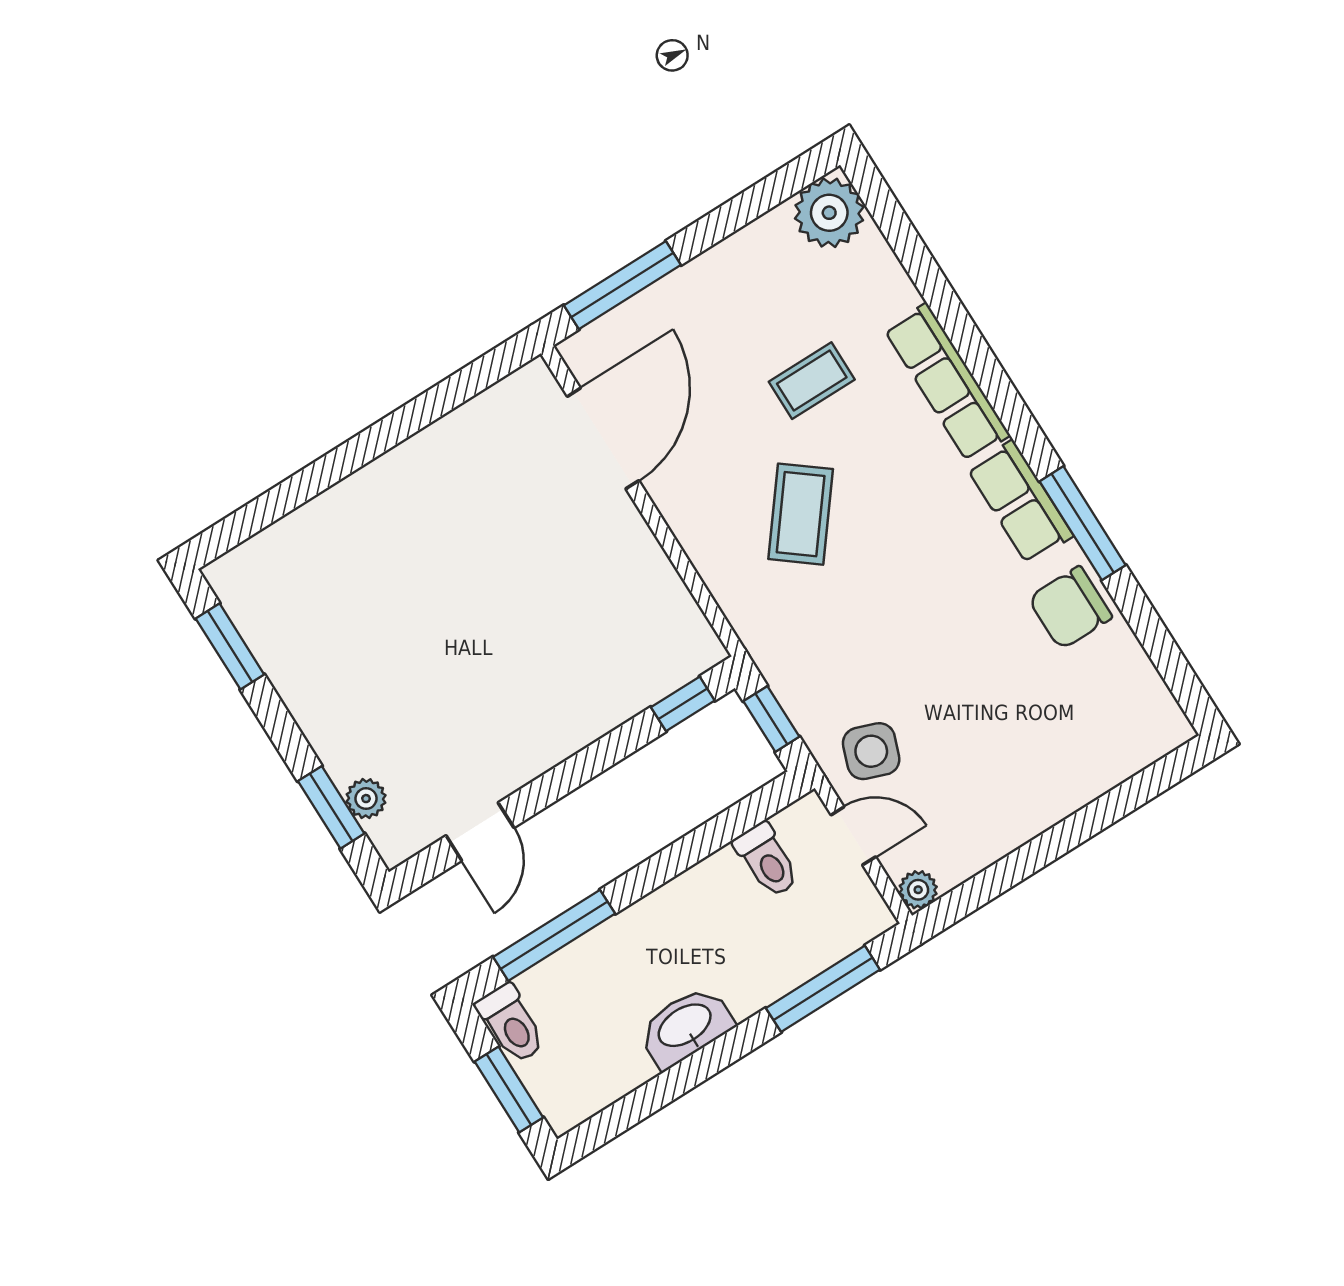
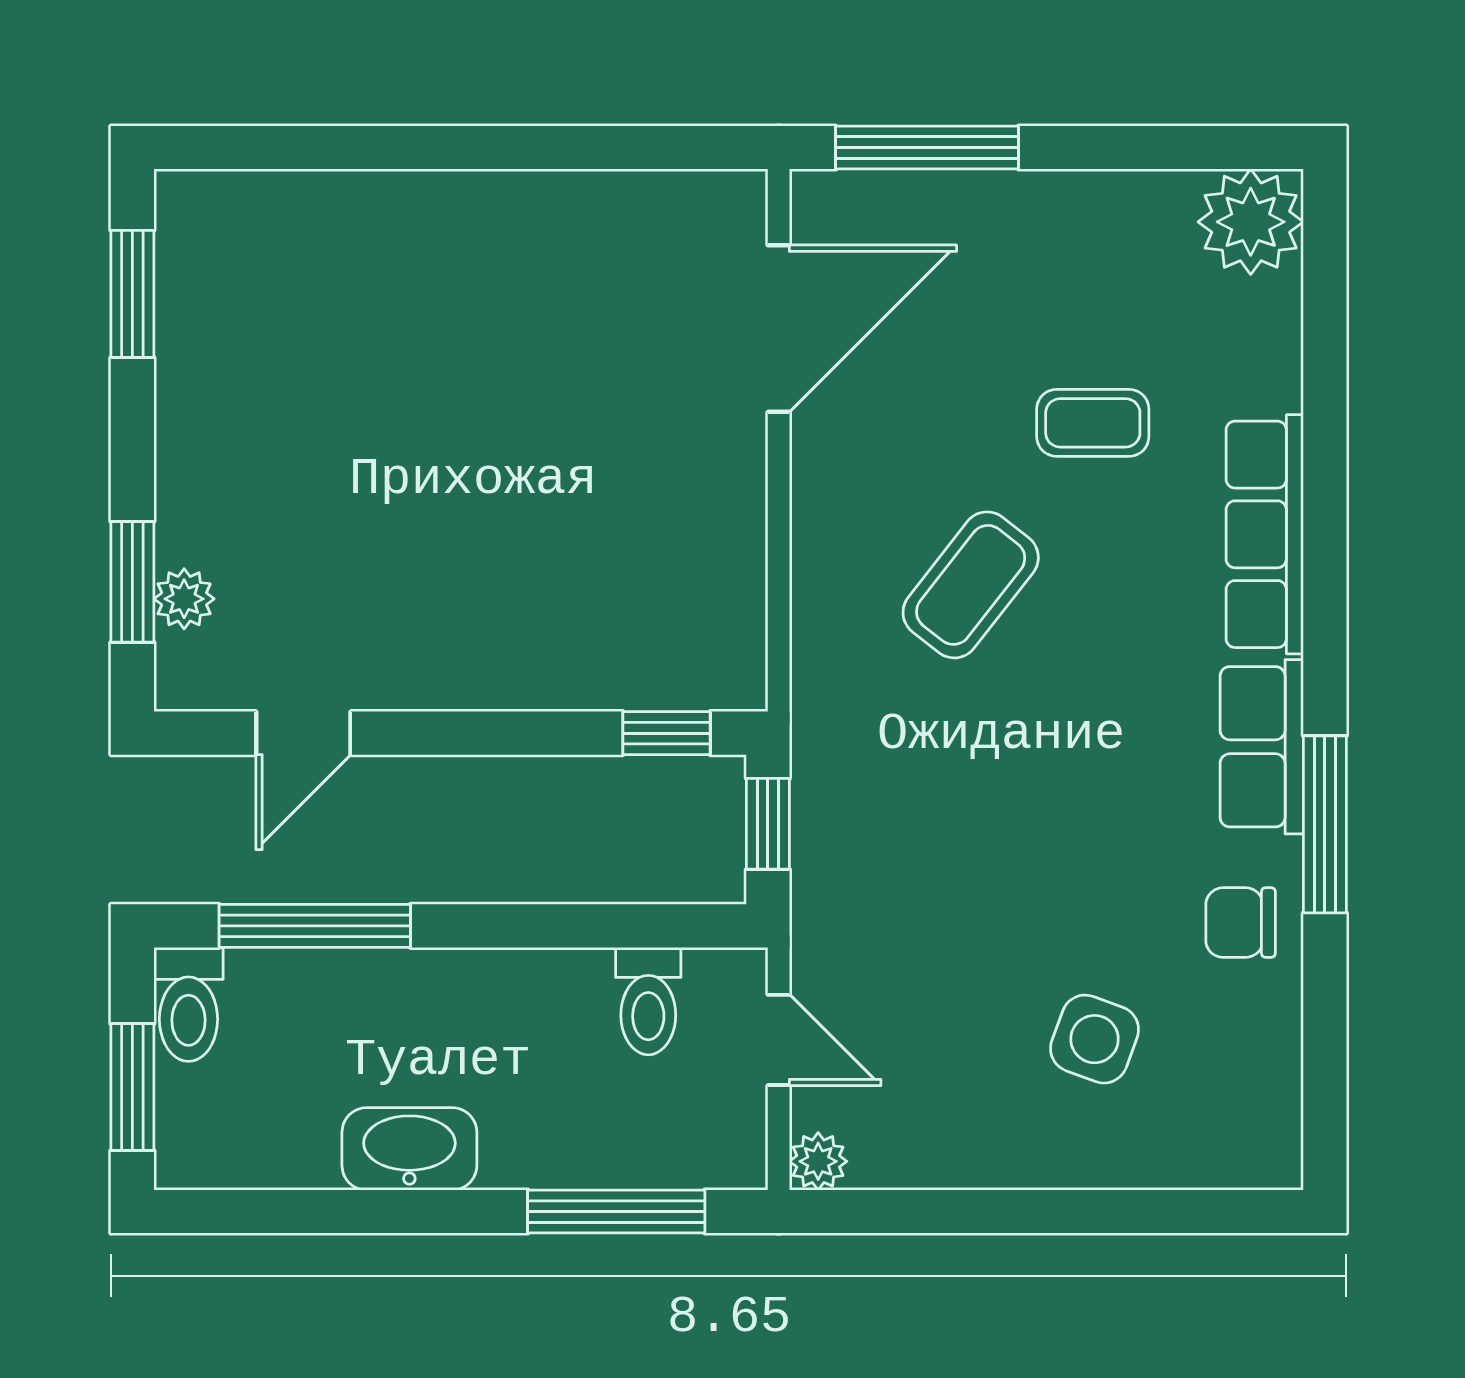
chair: (1070, 608) -> (1241, 923), width x0.73, depth x0.73
side table: (871, 751) -> (1095, 1039), moved

